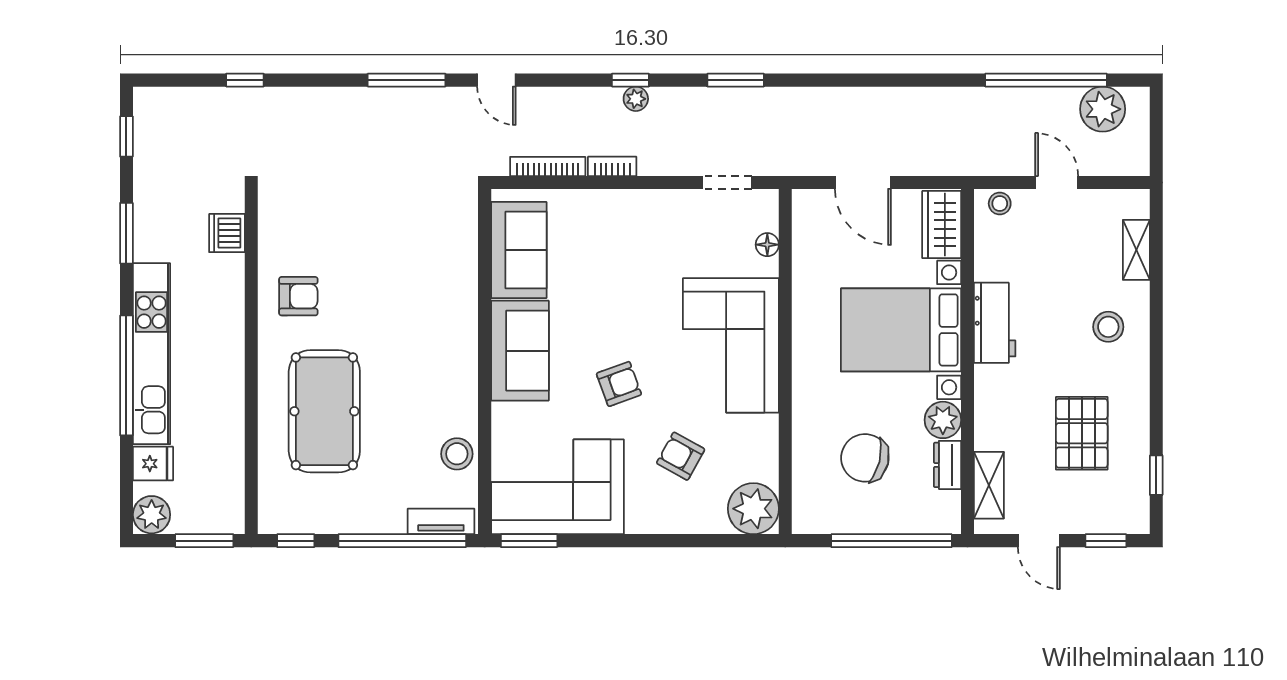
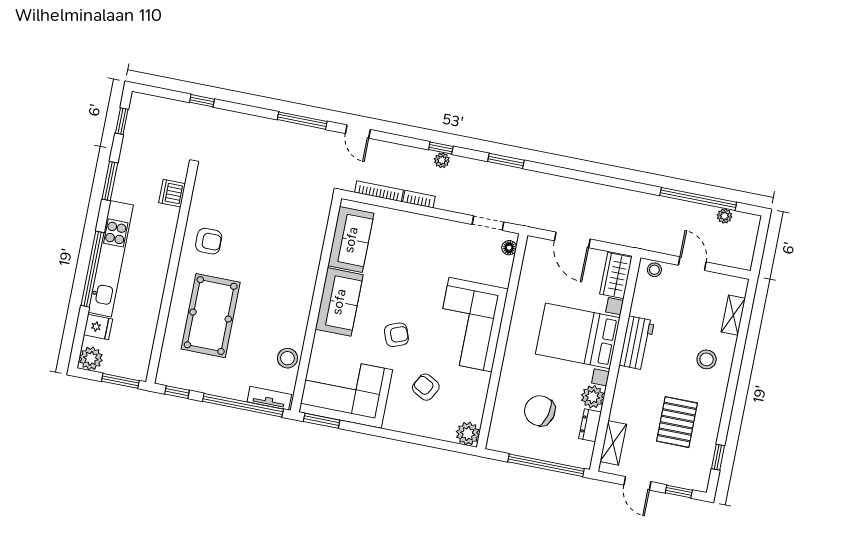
plant: (1103, 109) -> (724, 216), width x0.53, depth x0.53
floor lamp: (767, 245) -> (509, 248), moved
plant: (753, 509) -> (468, 434), width x0.73, depth x0.73

